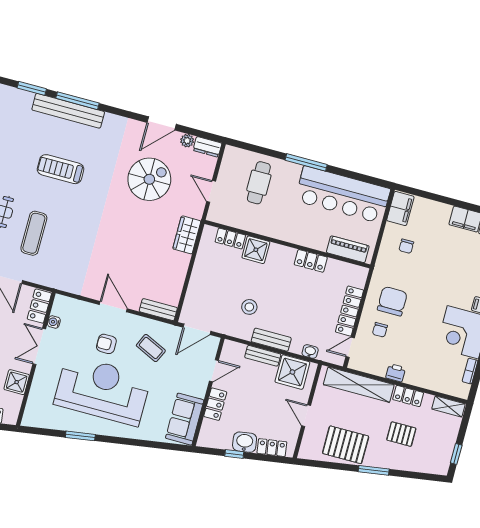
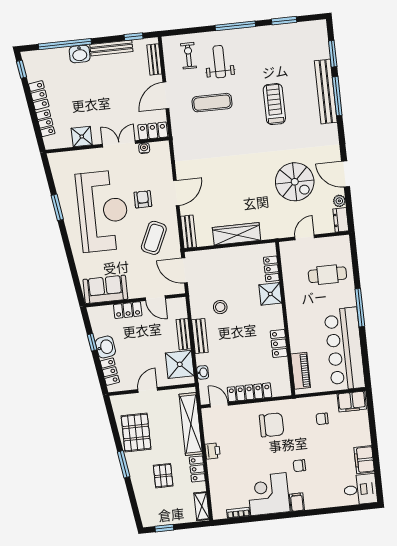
wardrobe: (187, 235) -> (237, 234), moved, width x1.50
chair: (380, 330) -> (299, 466), moved
coffee table: (151, 348) -> (154, 238), width x1.36, depth x1.30

